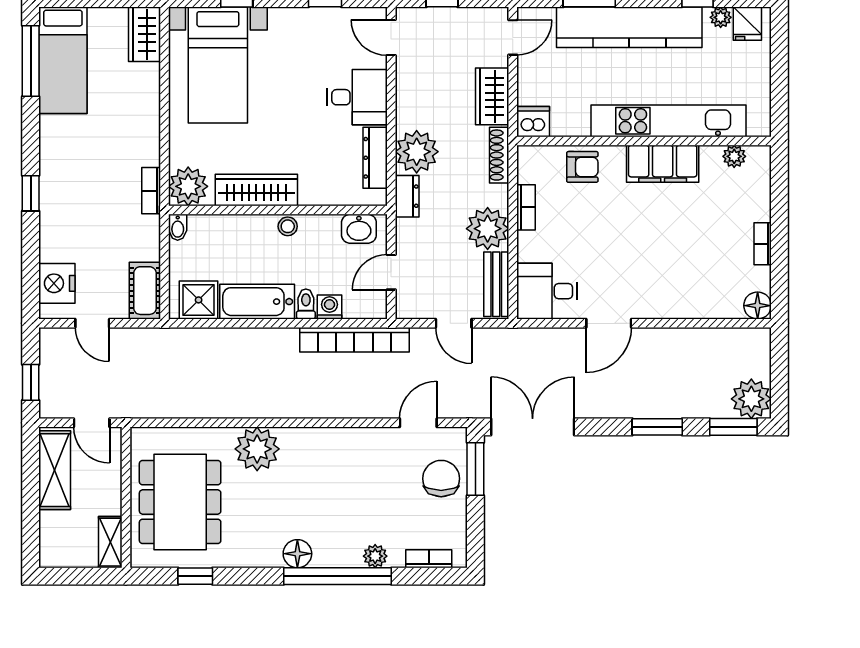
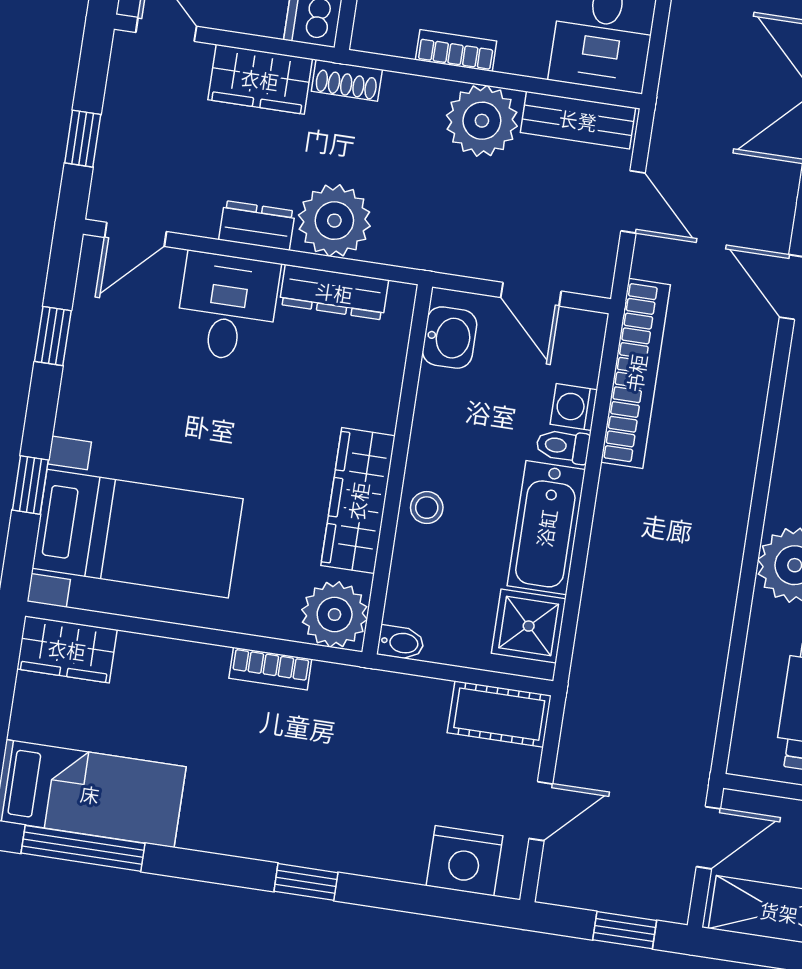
shoe rack: (499, 155) -> (347, 80), width x0.70
bookcase: (151, 191) -> (270, 669), moved
dresser: (407, 196) -> (257, 225), moved
stool: (288, 226) -> (427, 508), moved
door: (454, 323) -> (633, 202), hinge flipped

